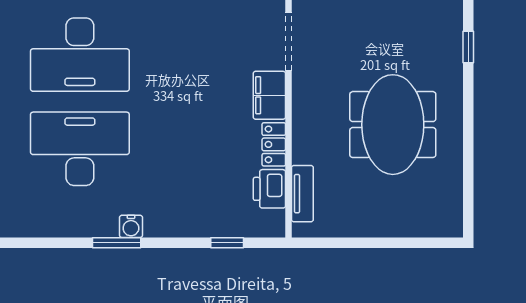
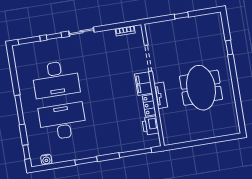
tv unit: (302, 194) -> (161, 95), moved
water cooler: (131, 226) -> (46, 160), moved
window: (227, 243) -> (135, 153), width x2.17

